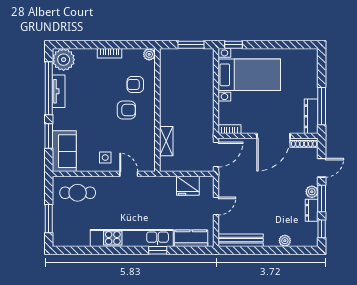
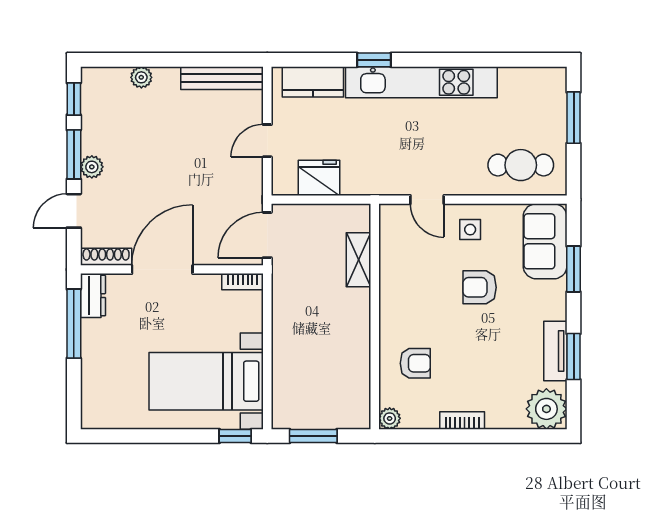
window: (49, 88) -> (574, 357), width x0.47
armchair: (126, 110) -> (480, 287), moved
dresser: (311, 116) -> (93, 296), width x0.70
dresser: (312, 210) -> (92, 133), removed

